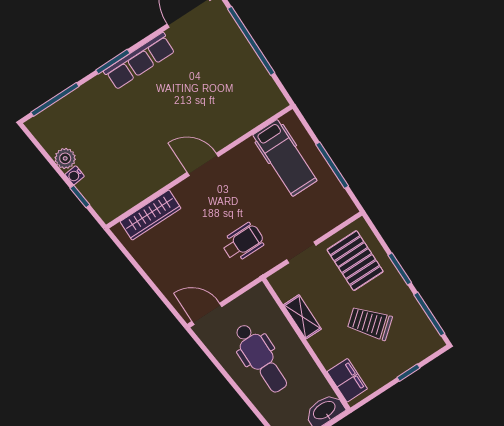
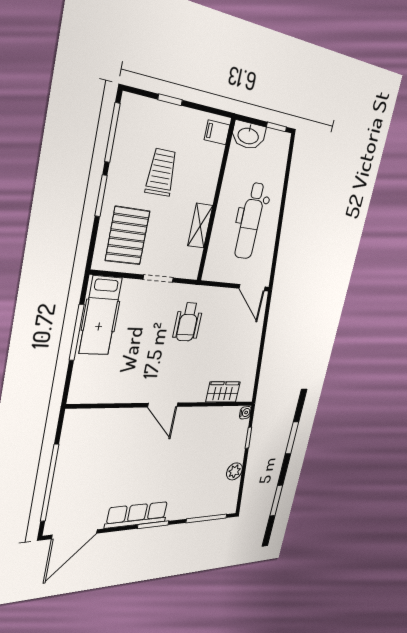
hospital bed: (285, 158) -> (101, 316), moved, turned 180
water cooler: (75, 175) -> (245, 413), moved
wardrobe: (151, 215) -> (223, 392), width x0.67
wheelchair: (243, 242) -> (188, 322), turned -90
trolley: (370, 323) -> (161, 172), turned -140
dental chair: (261, 358) -> (250, 221), turned 180
filing cabinet: (347, 380) -> (217, 132), width x0.50

